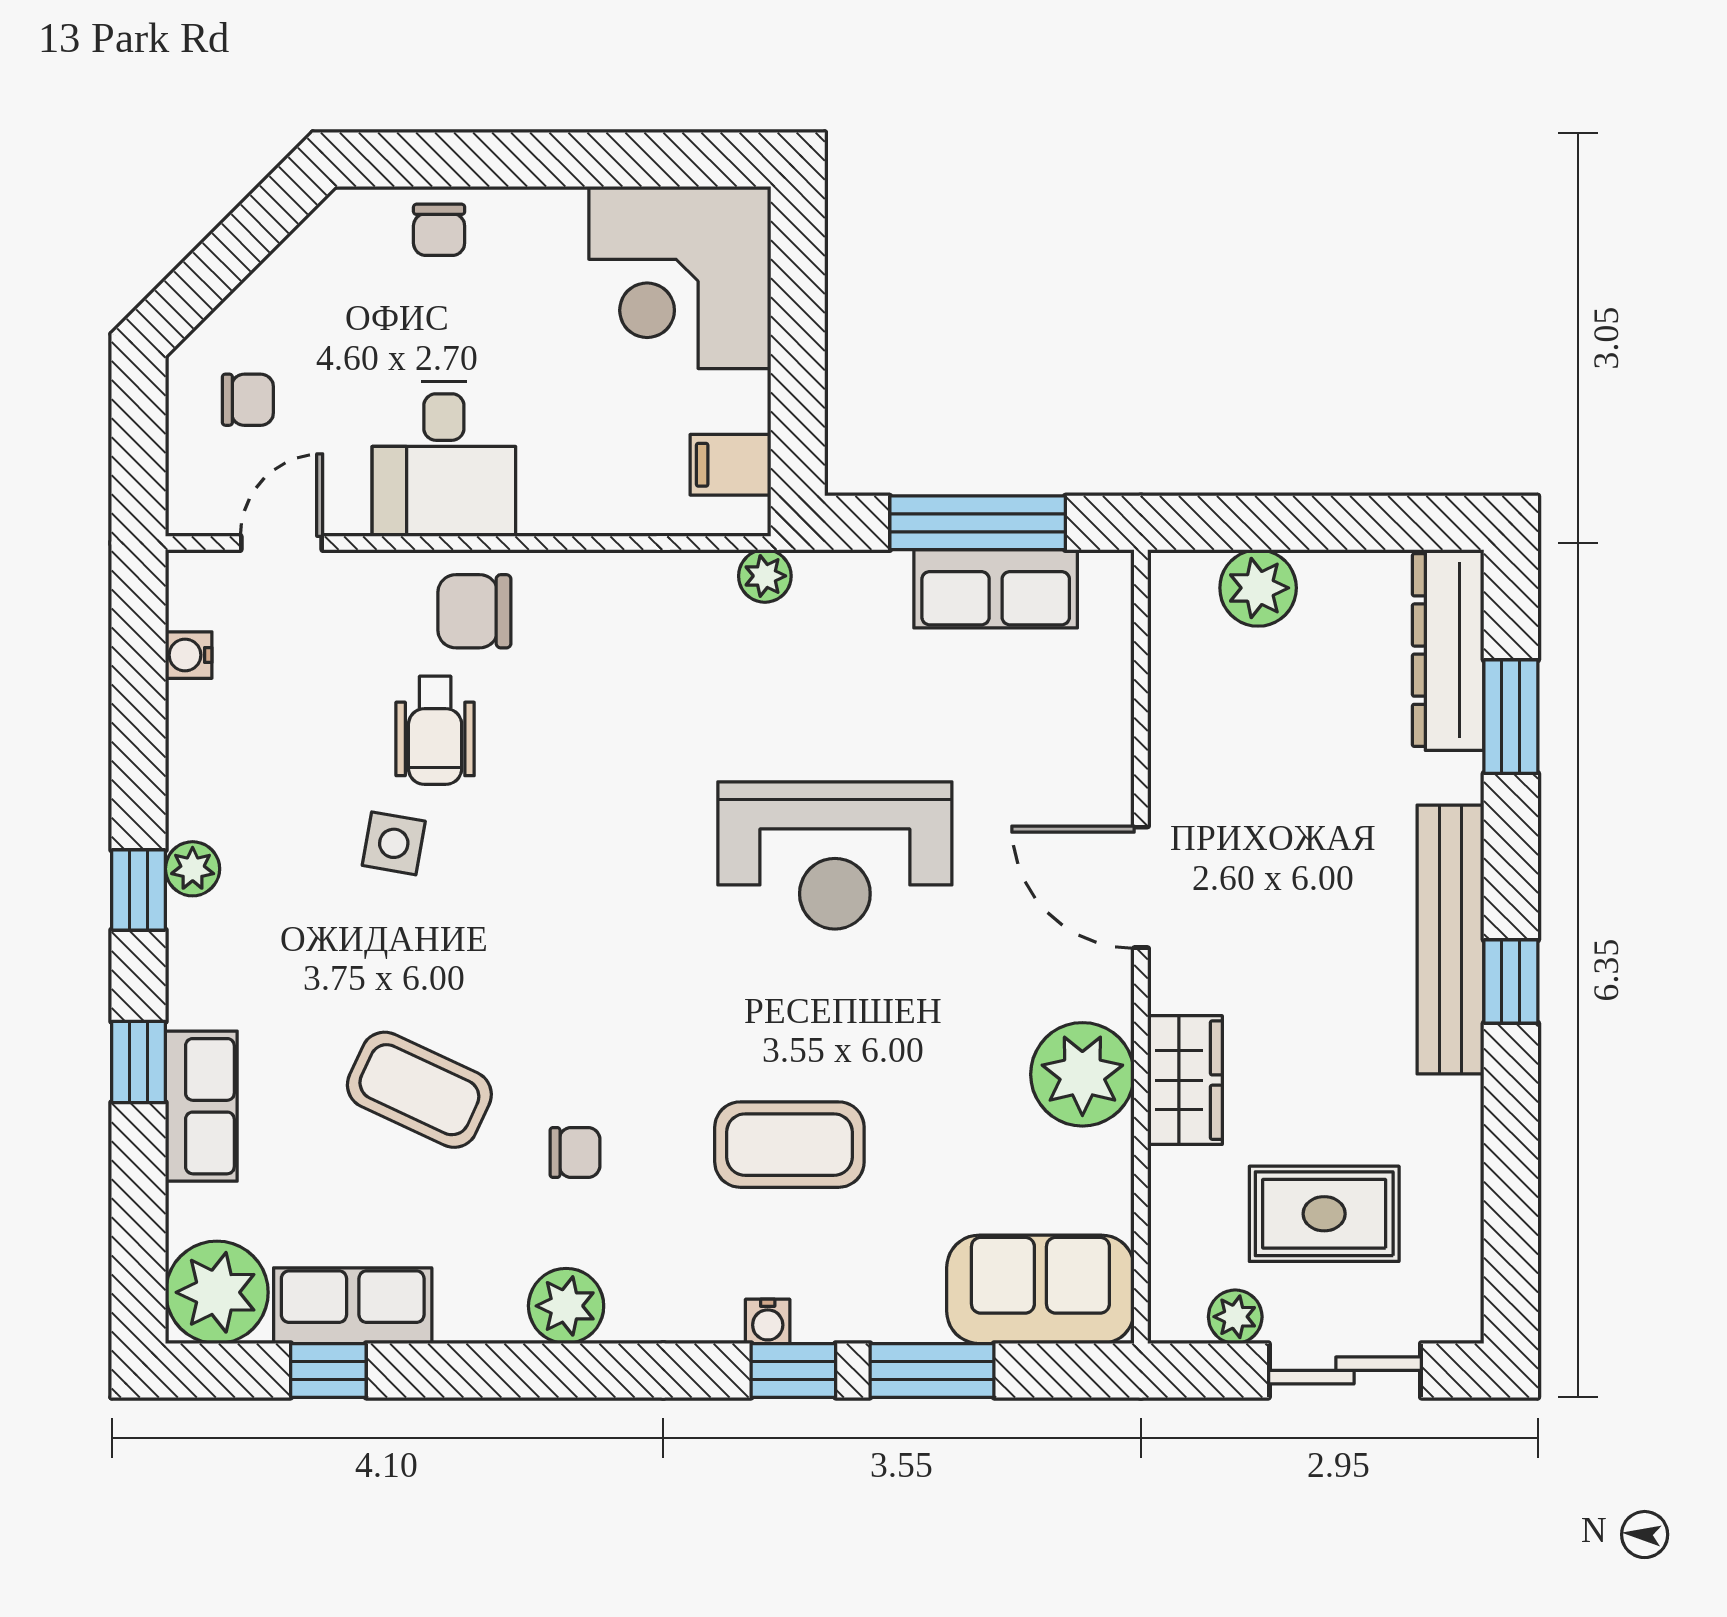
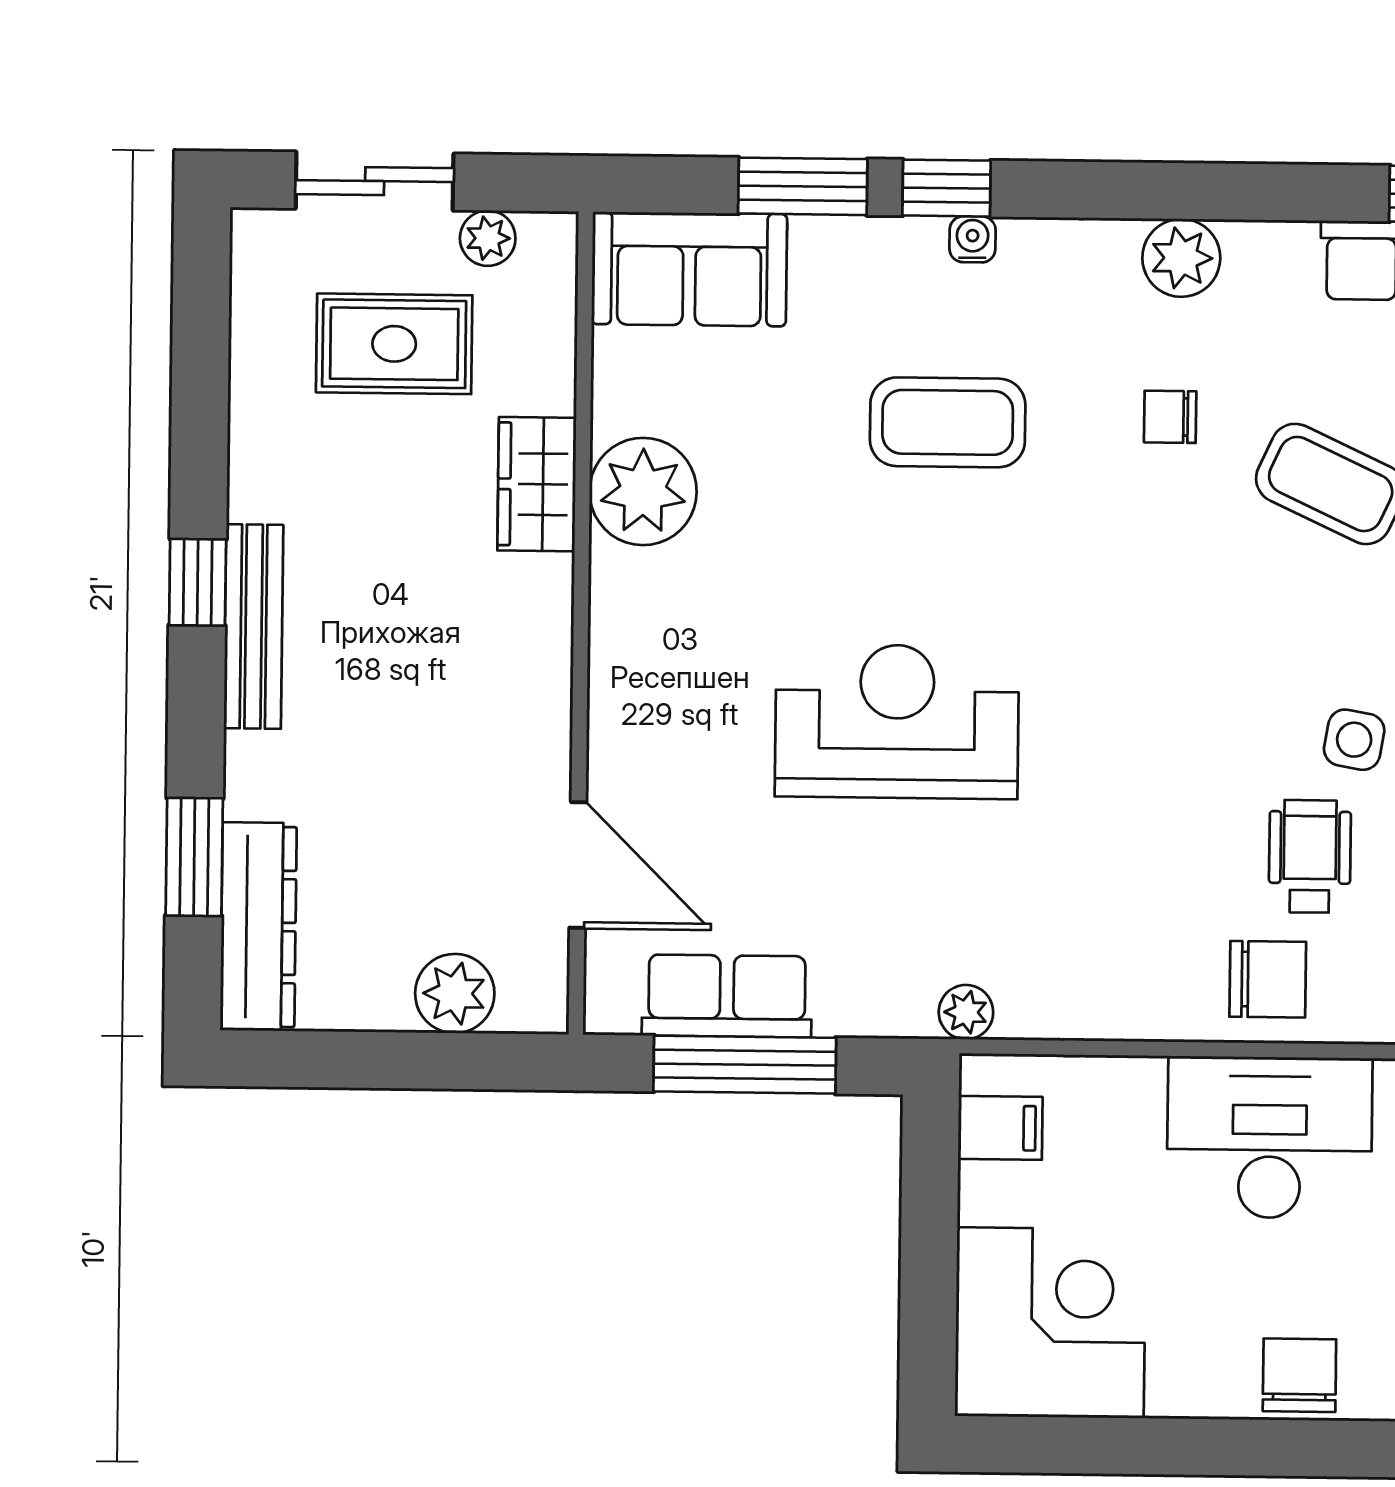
chair: (439, 230) -> (1299, 1375), width x1.37, depth x1.37
desk: (444, 459) -> (1270, 1137), width x1.37
door: (1141, 887) -> (578, 865), moved
bench: (1451, 939) -> (254, 627), width x0.73, depth x0.82

